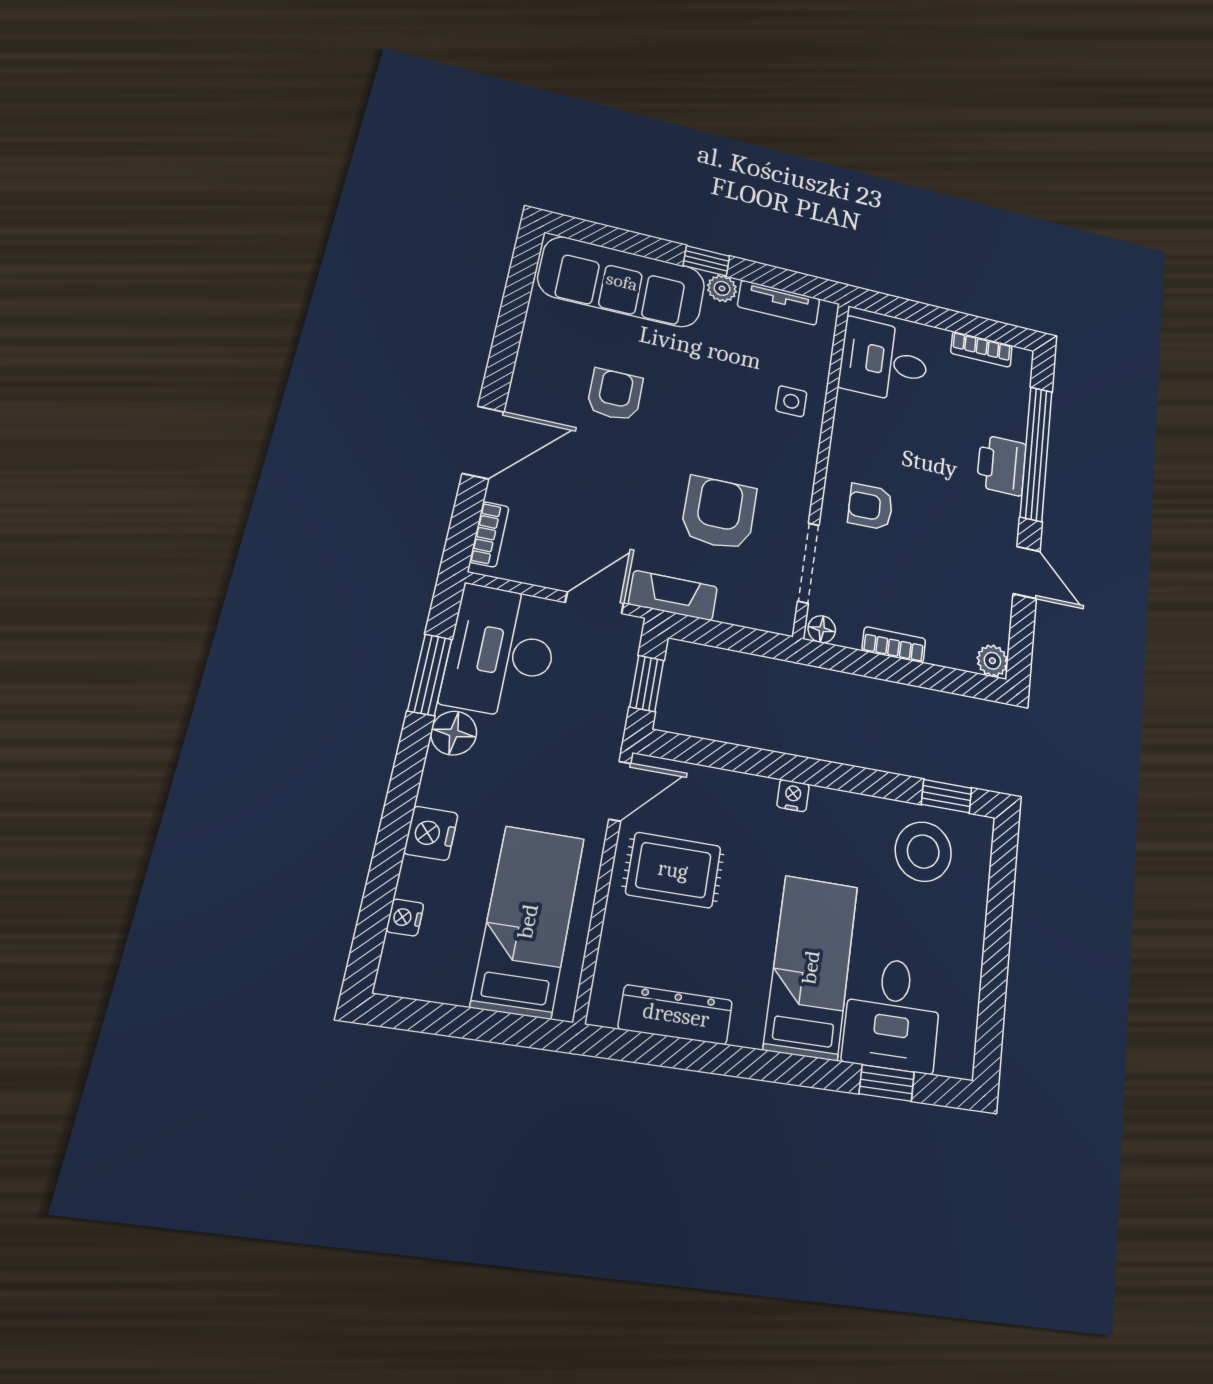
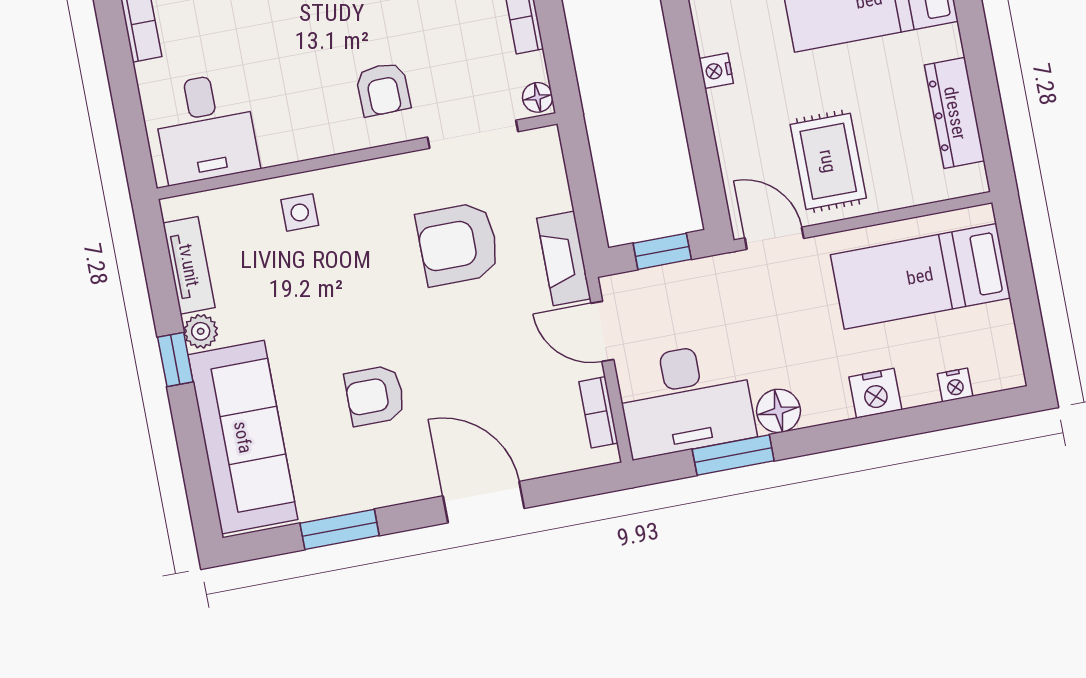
window: (511, 320) -> (340, 529), added
bookcase: (489, 534) -> (598, 412), moved, turned -90

